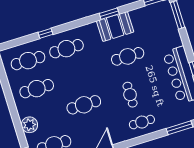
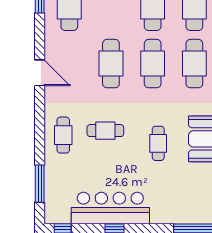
cafe table: (128, 56) -> (158, 143), width x0.73, depth x0.74
cafe table: (75, 77) -> (153, 64), added

